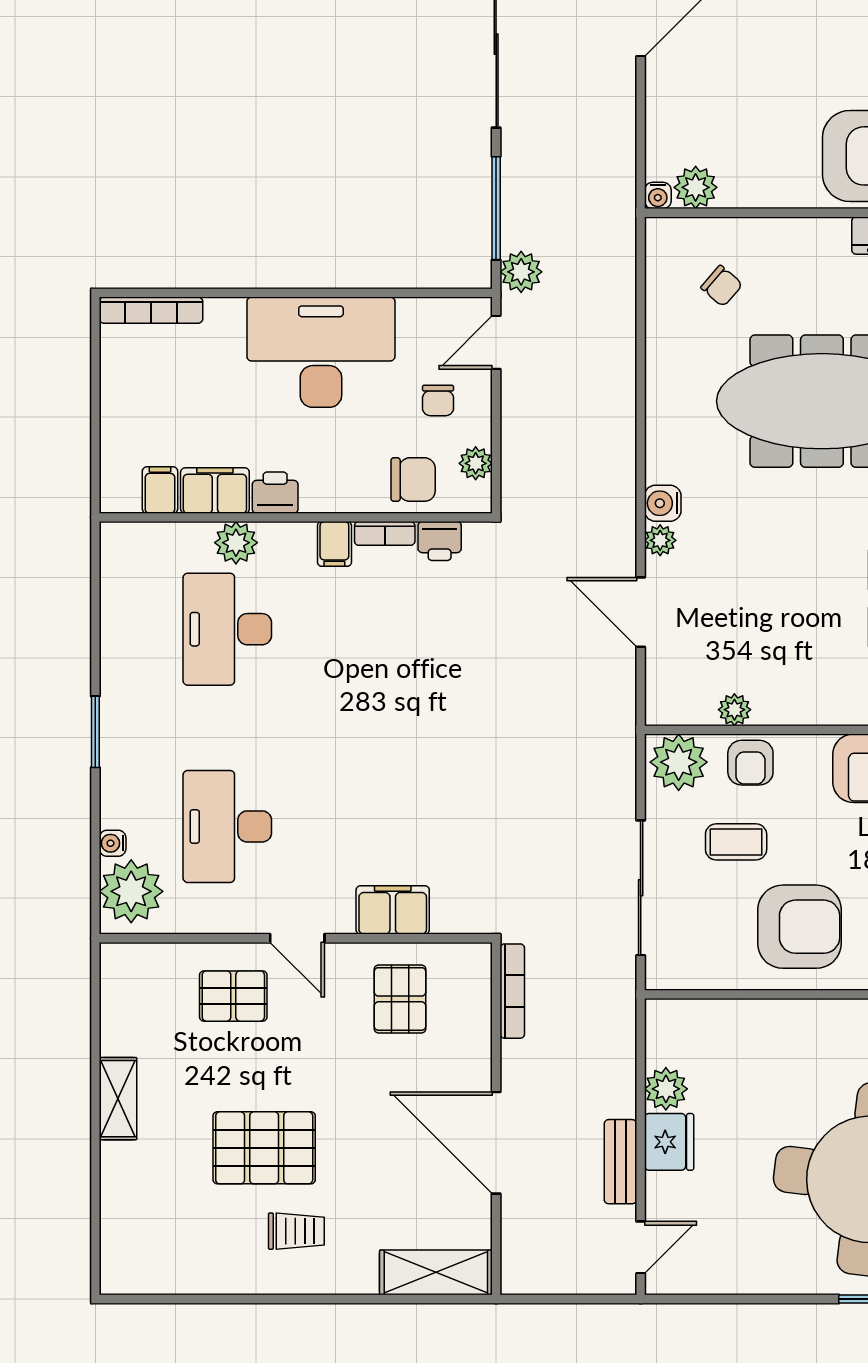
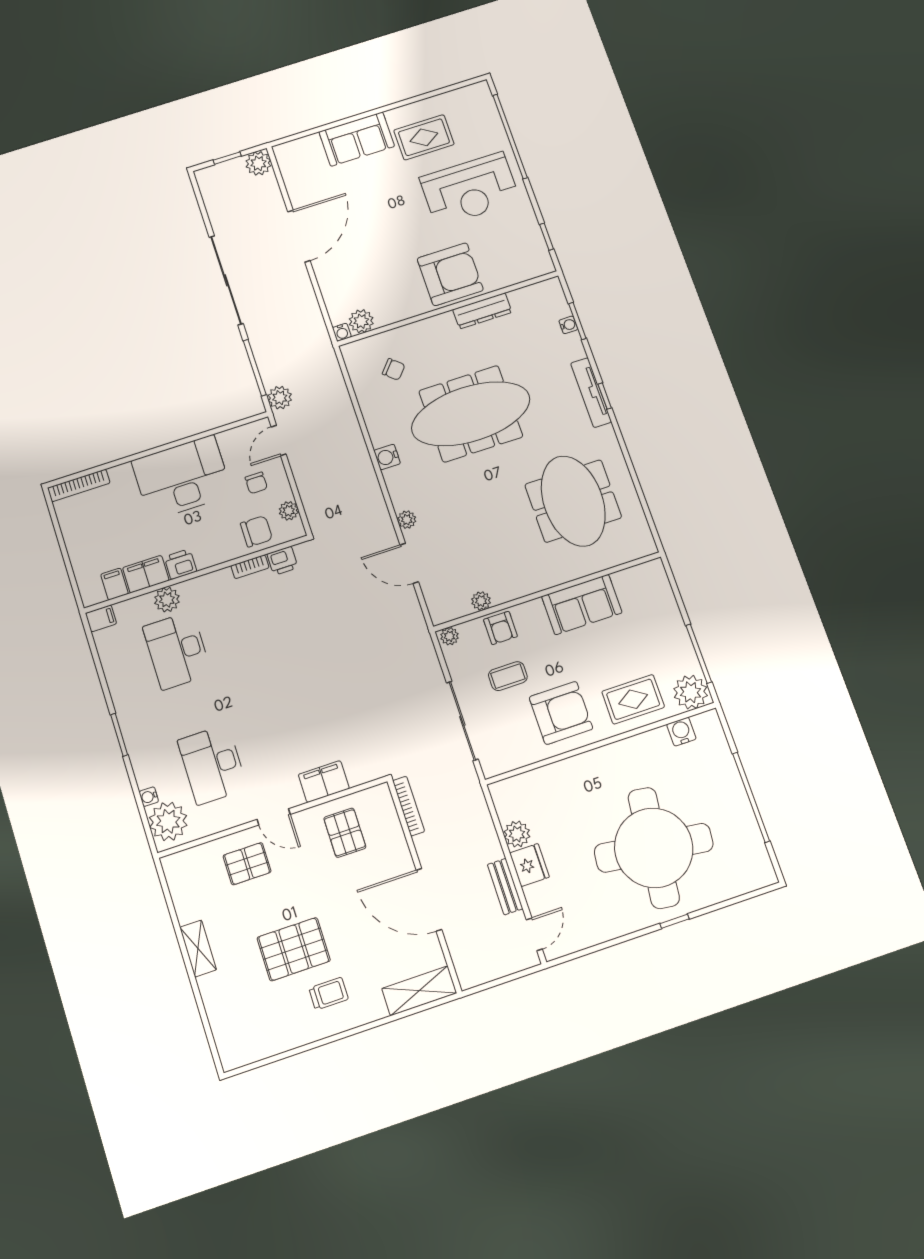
water cooler: (663, 503) -> (387, 457), moved
filing cabinet: (334, 544) -> (101, 618), moved, turned -90
plant: (679, 762) -> (449, 636), width x0.53, depth x0.53

